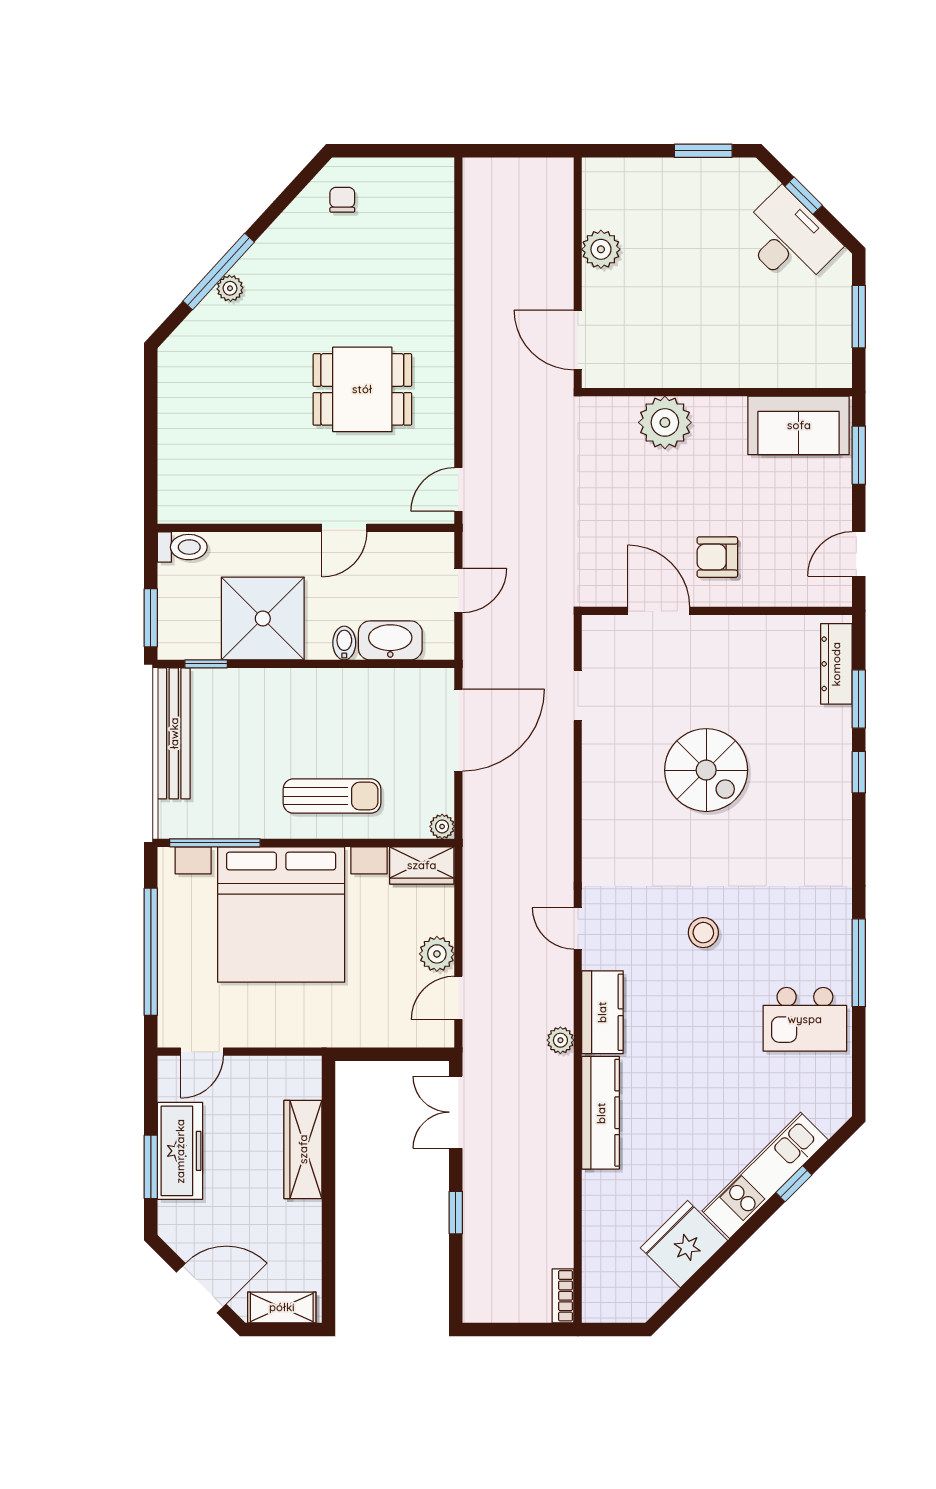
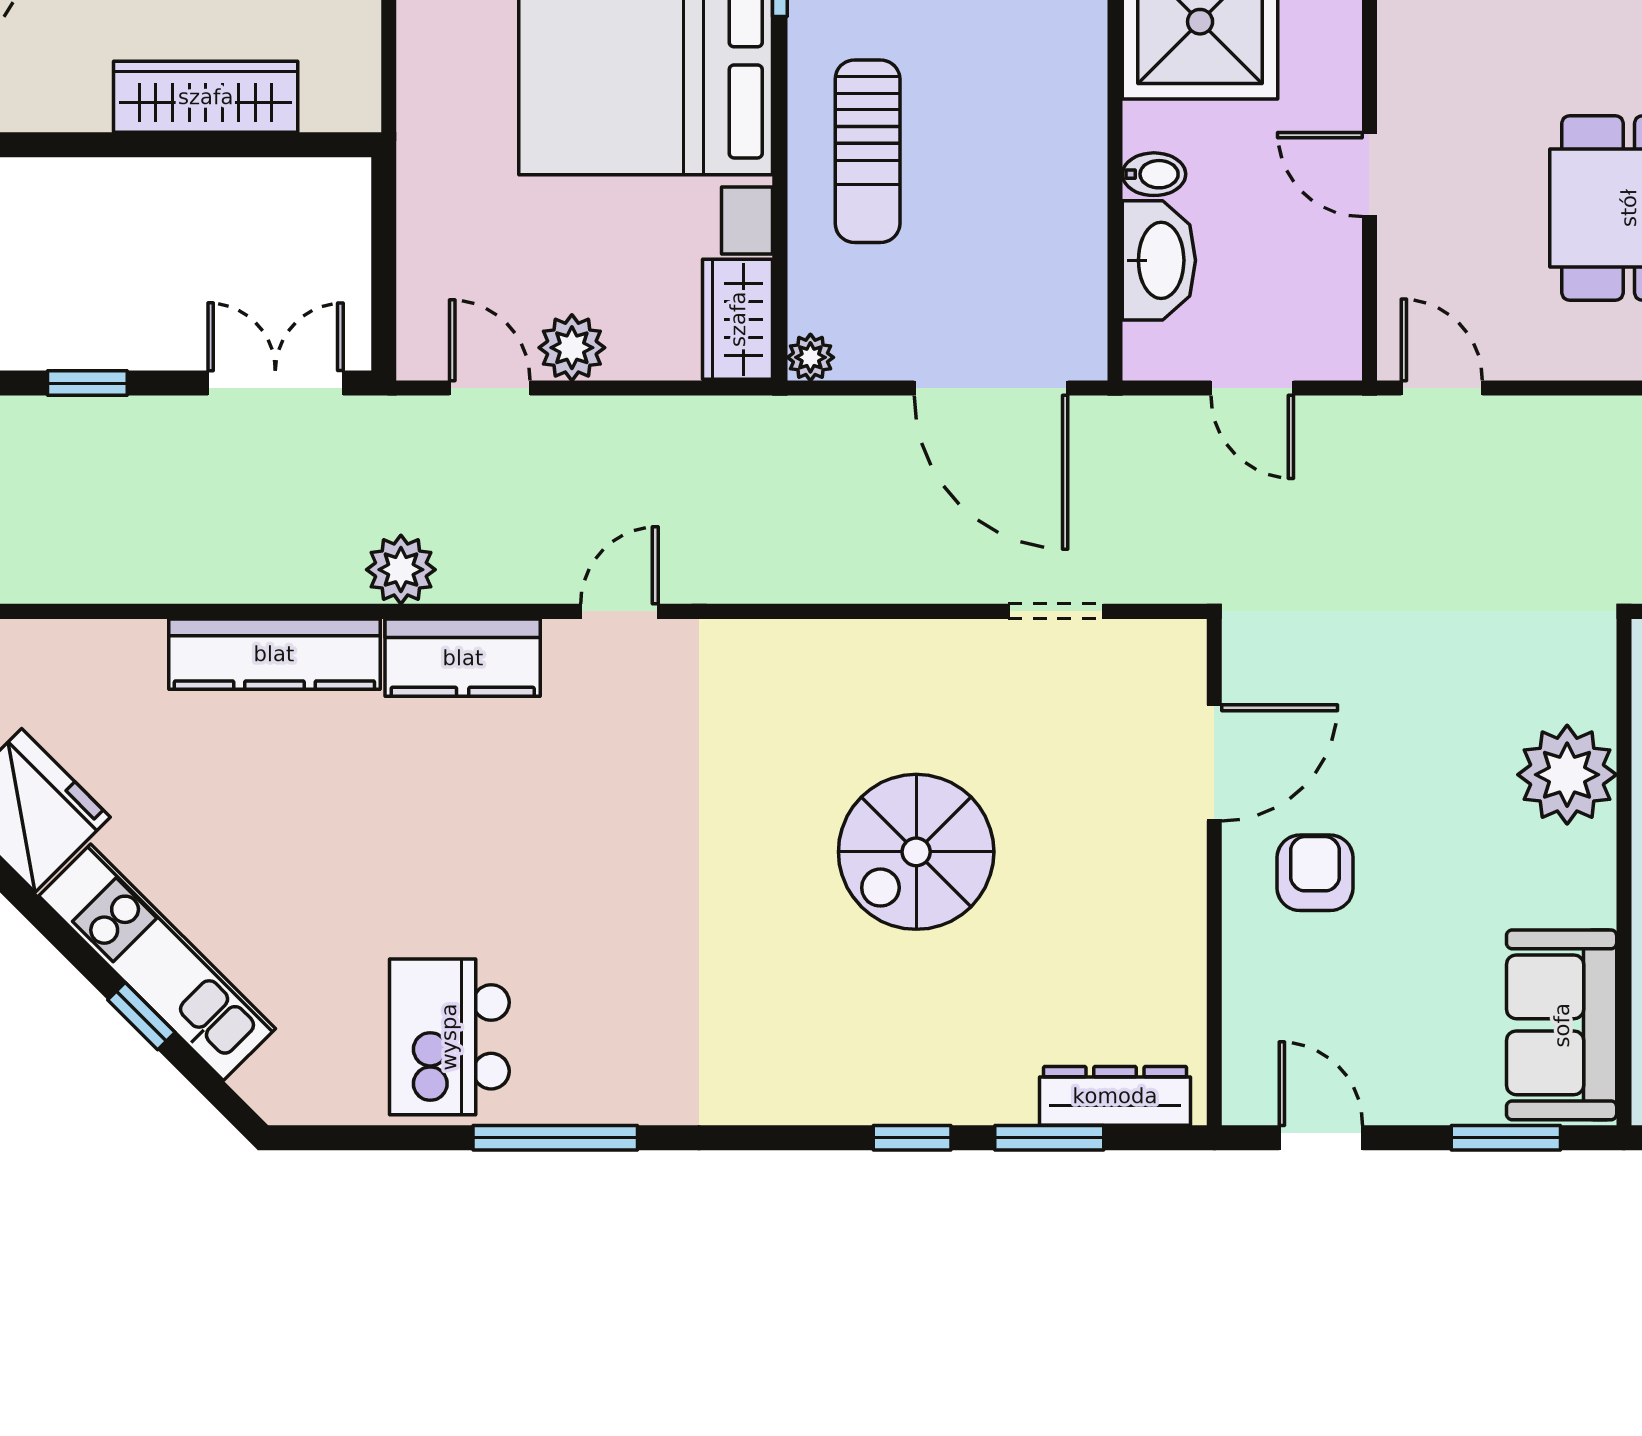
stool: (703, 933) -> (612, 847), removed
plant: (560, 1040) -> (401, 570), width x1.38, depth x1.38

